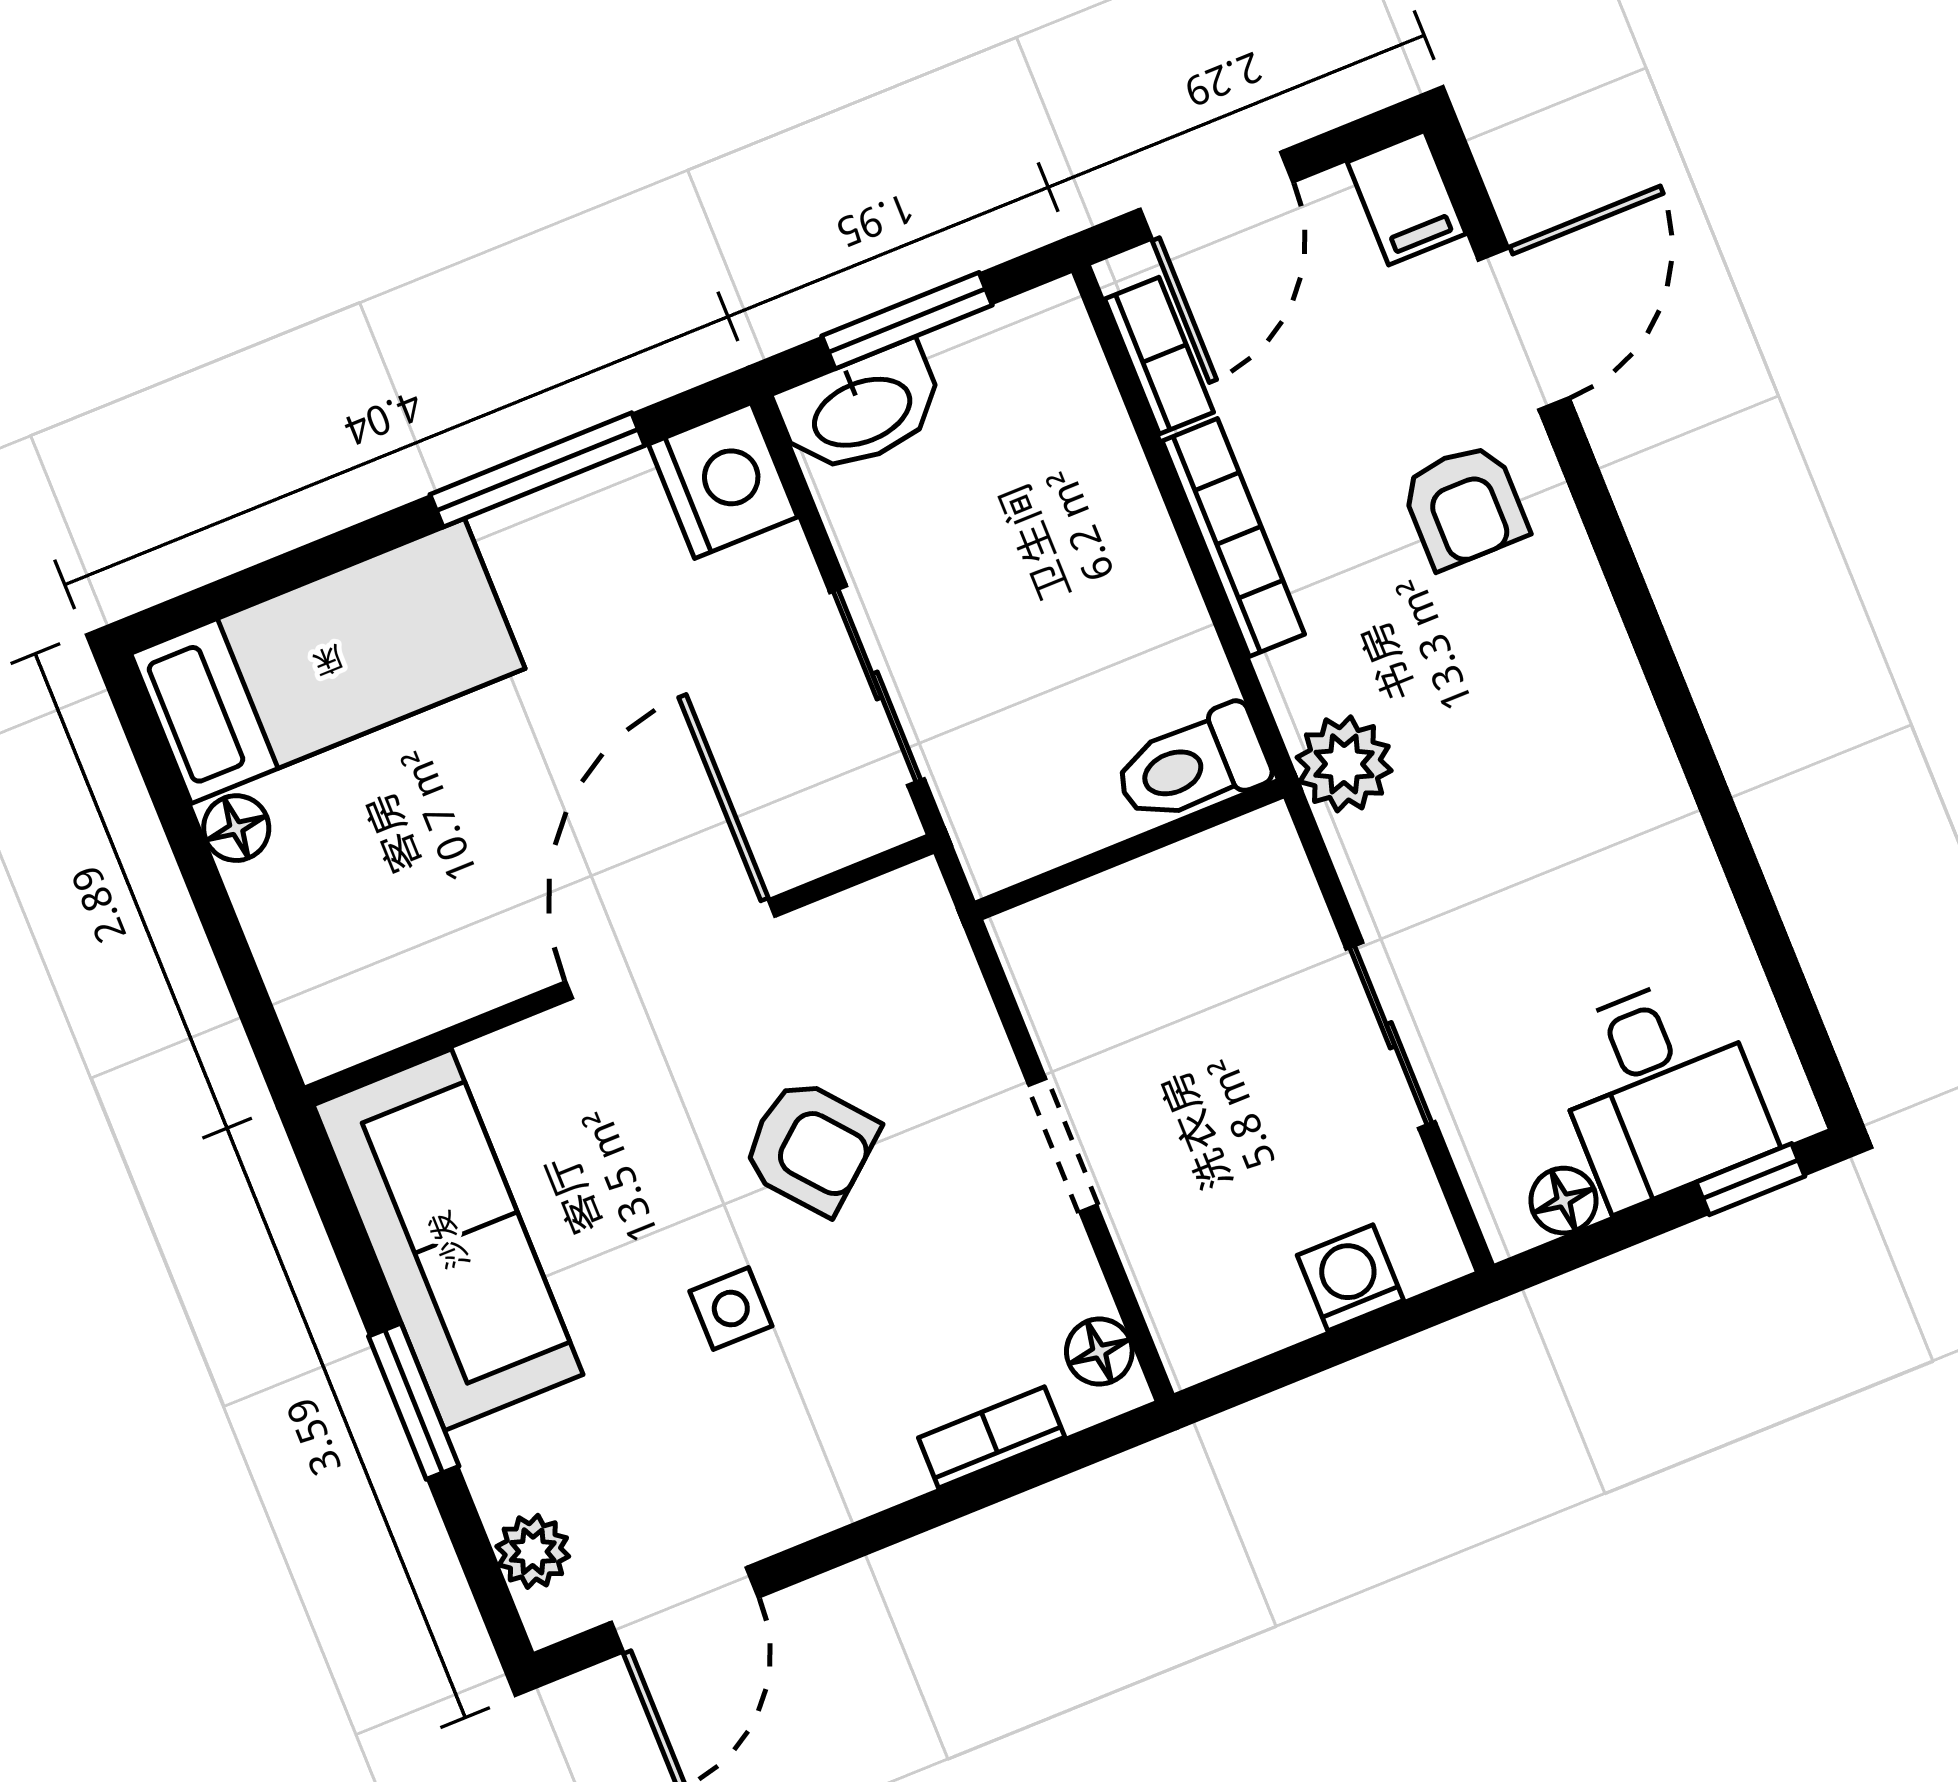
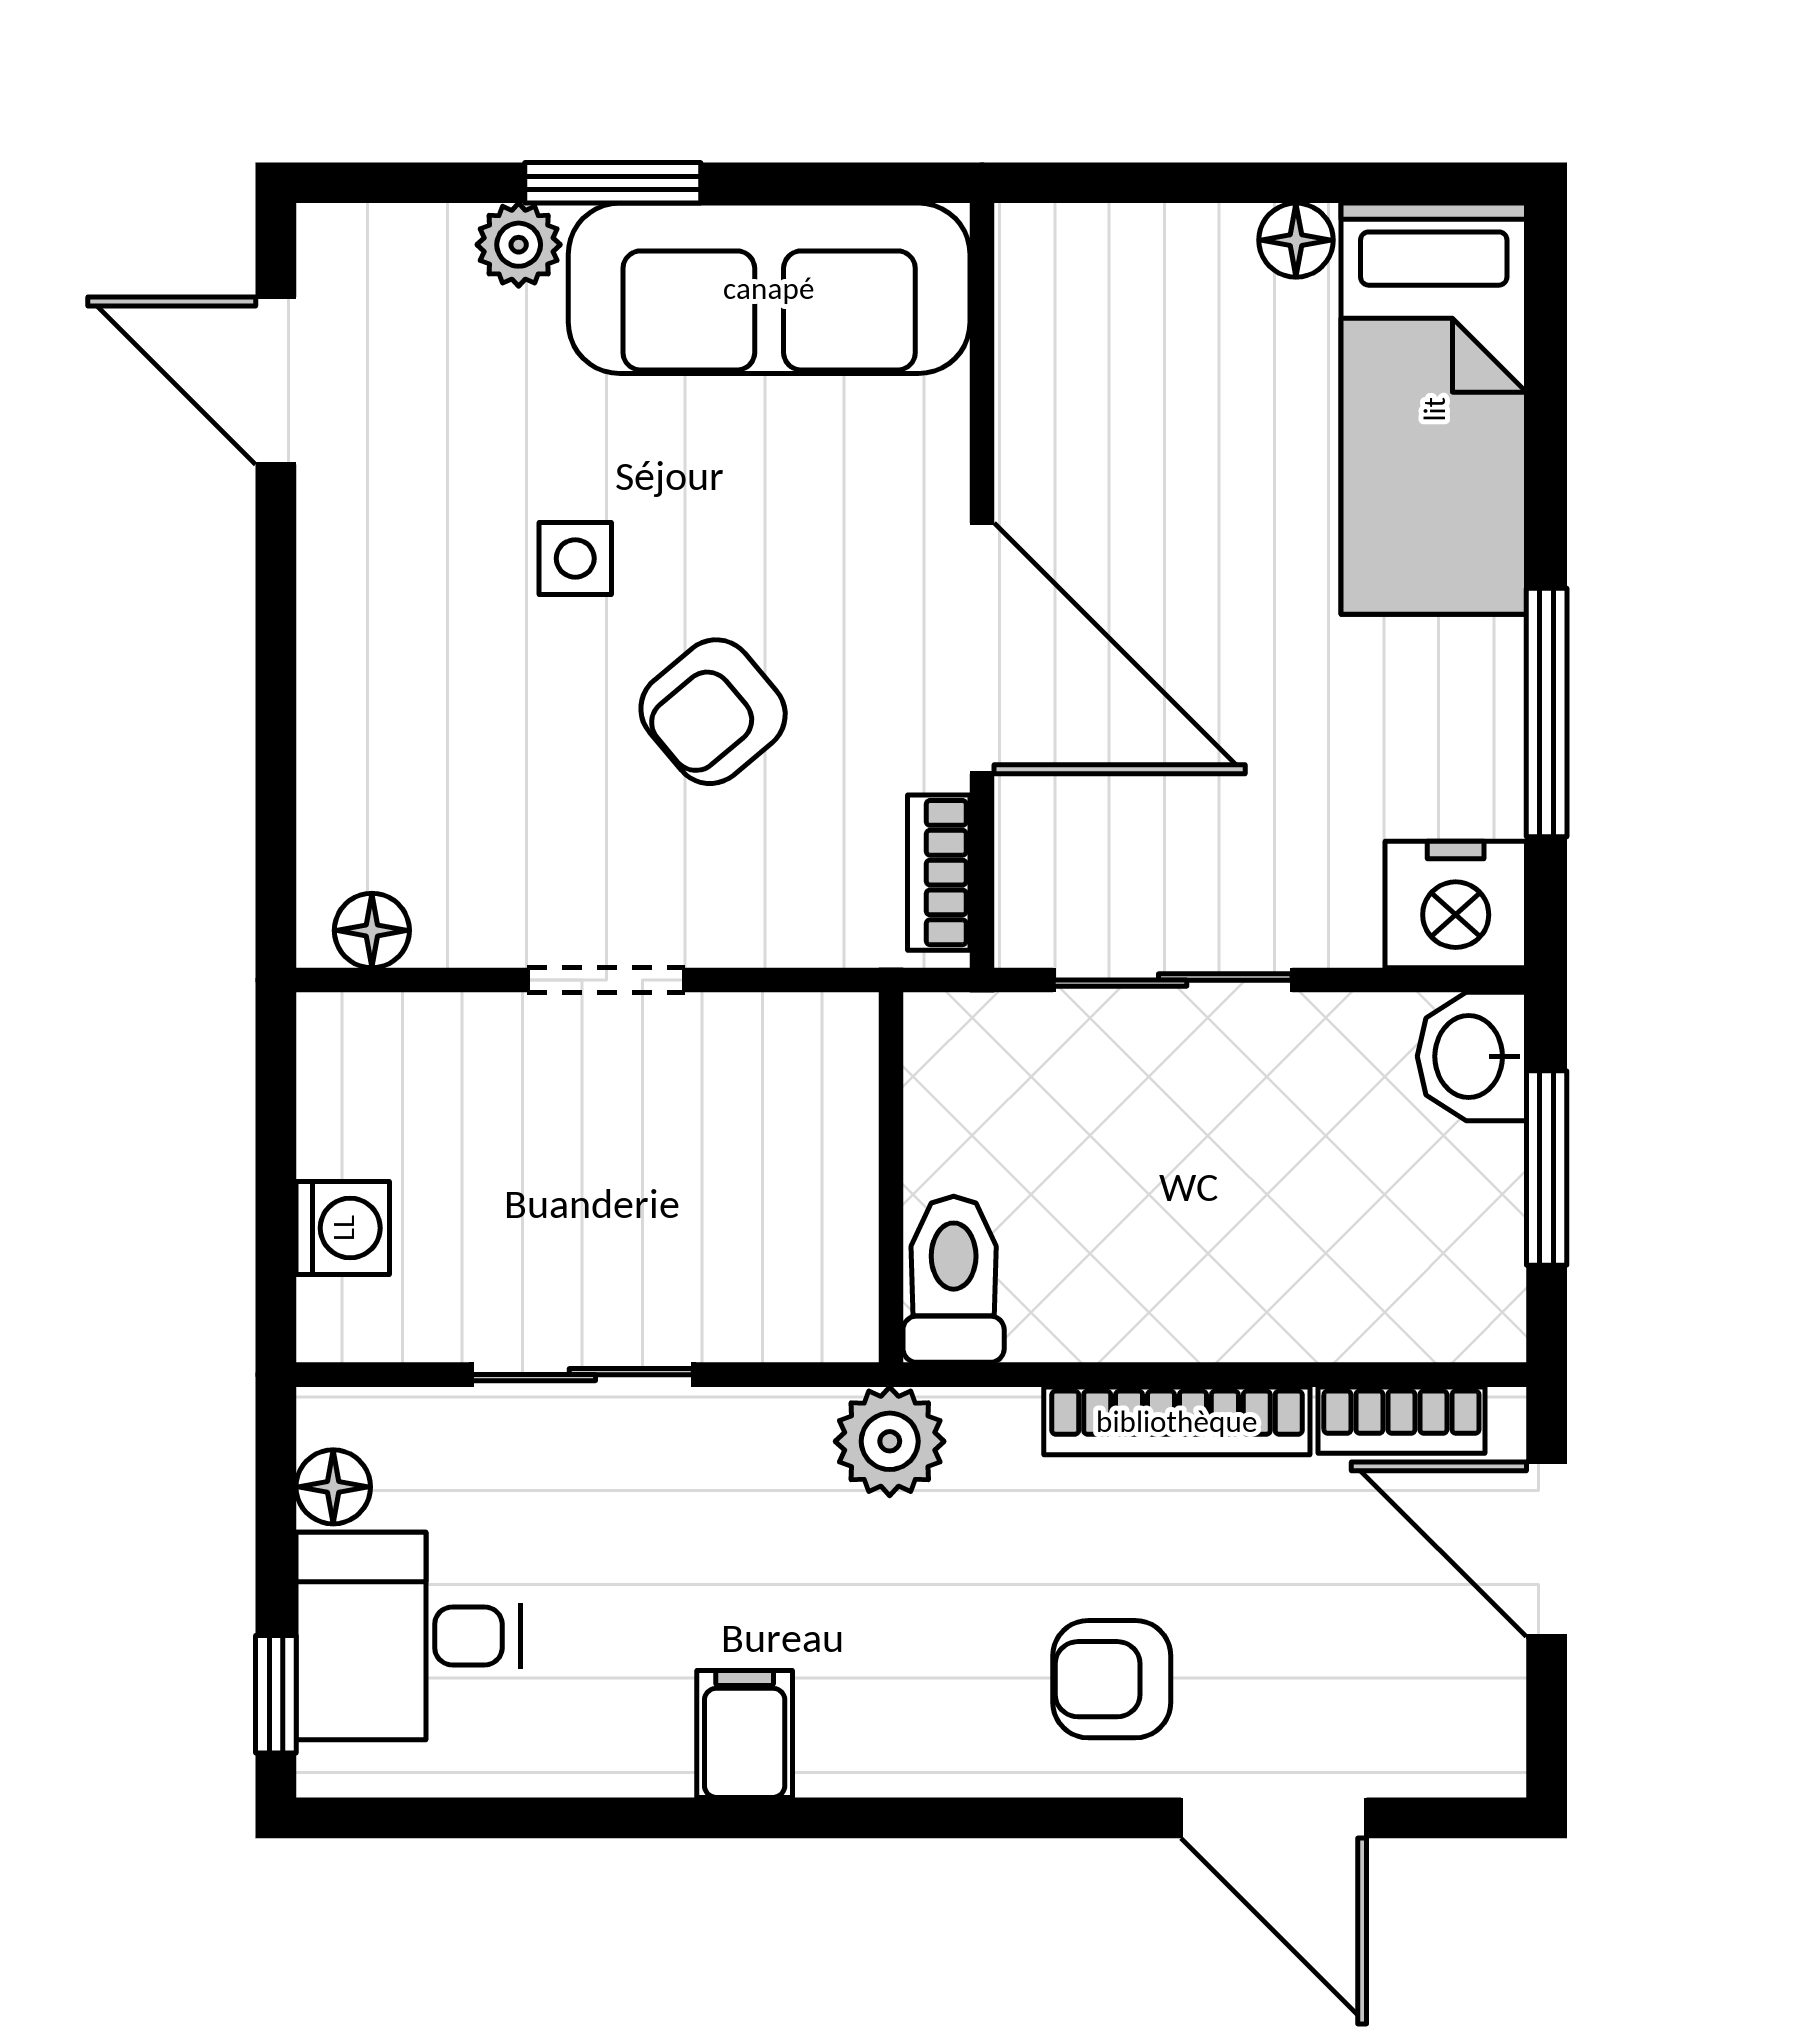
filing cabinet: (1407, 198) -> (745, 1734), moved, turned 90
washbasin: (861, 410) -> (1472, 1056), width x0.72
bookcase: (992, 1437) -> (939, 873), moved, turned 180
plant: (533, 1551) -> (519, 245), moved

